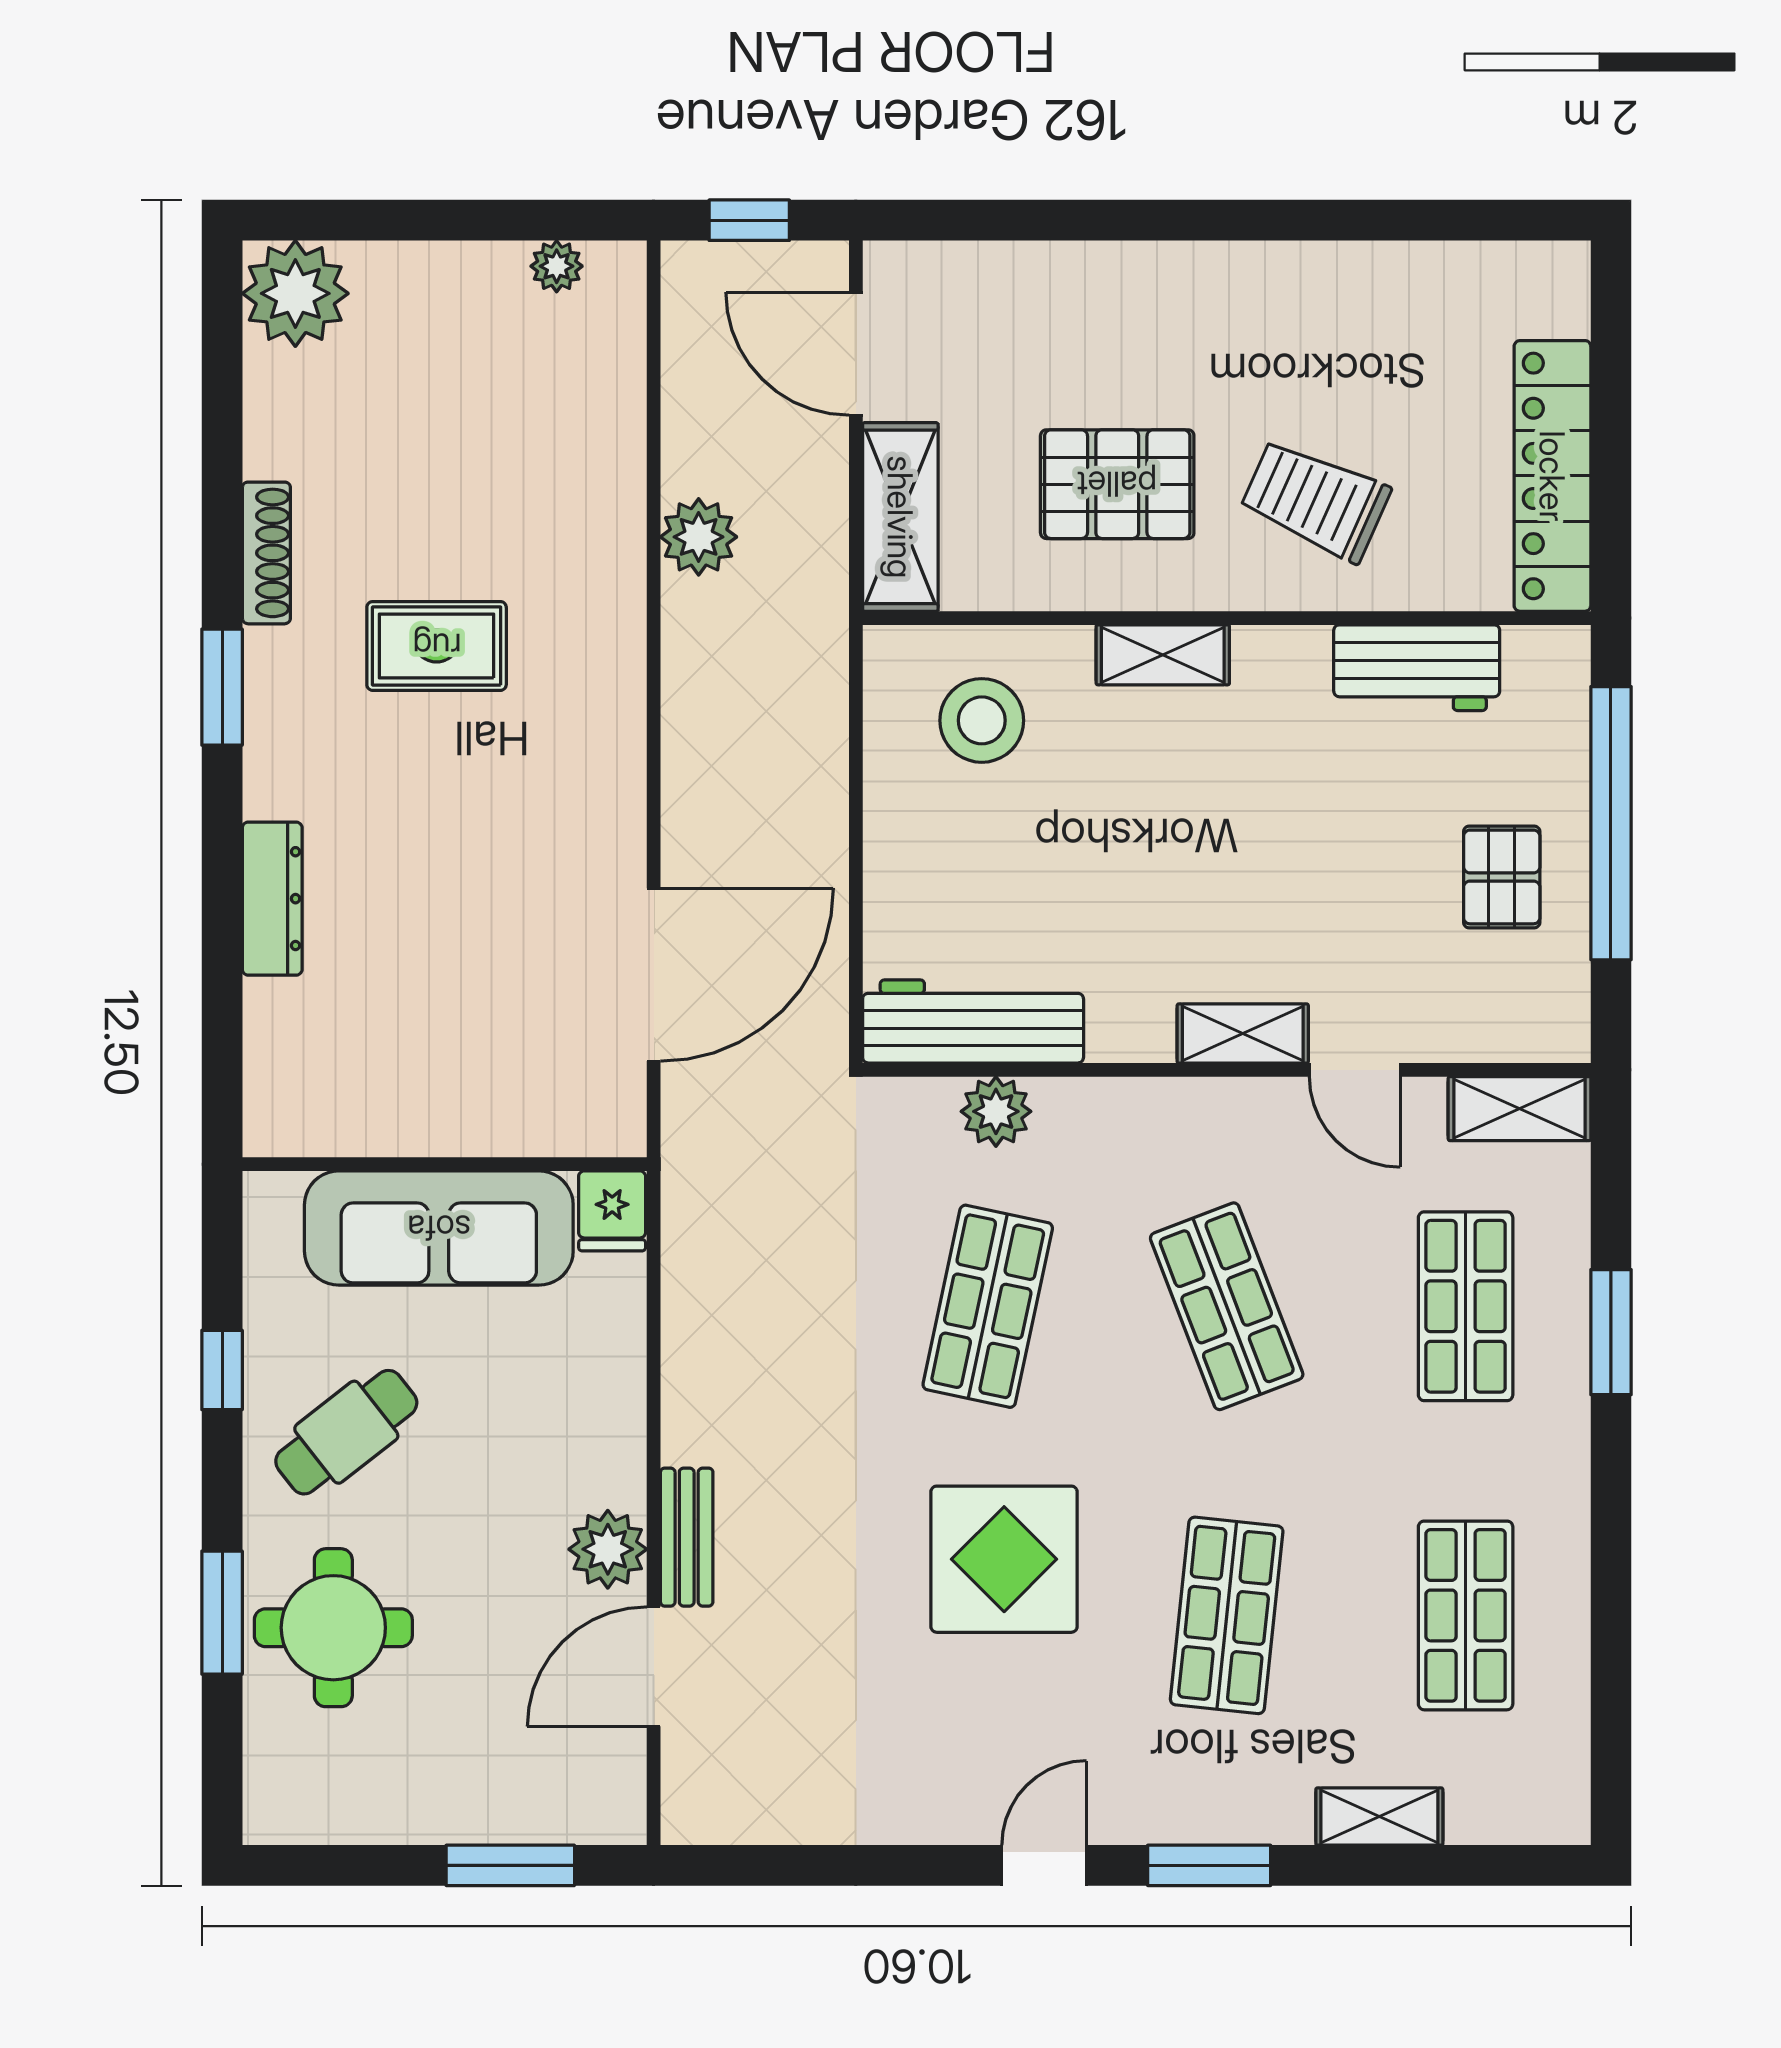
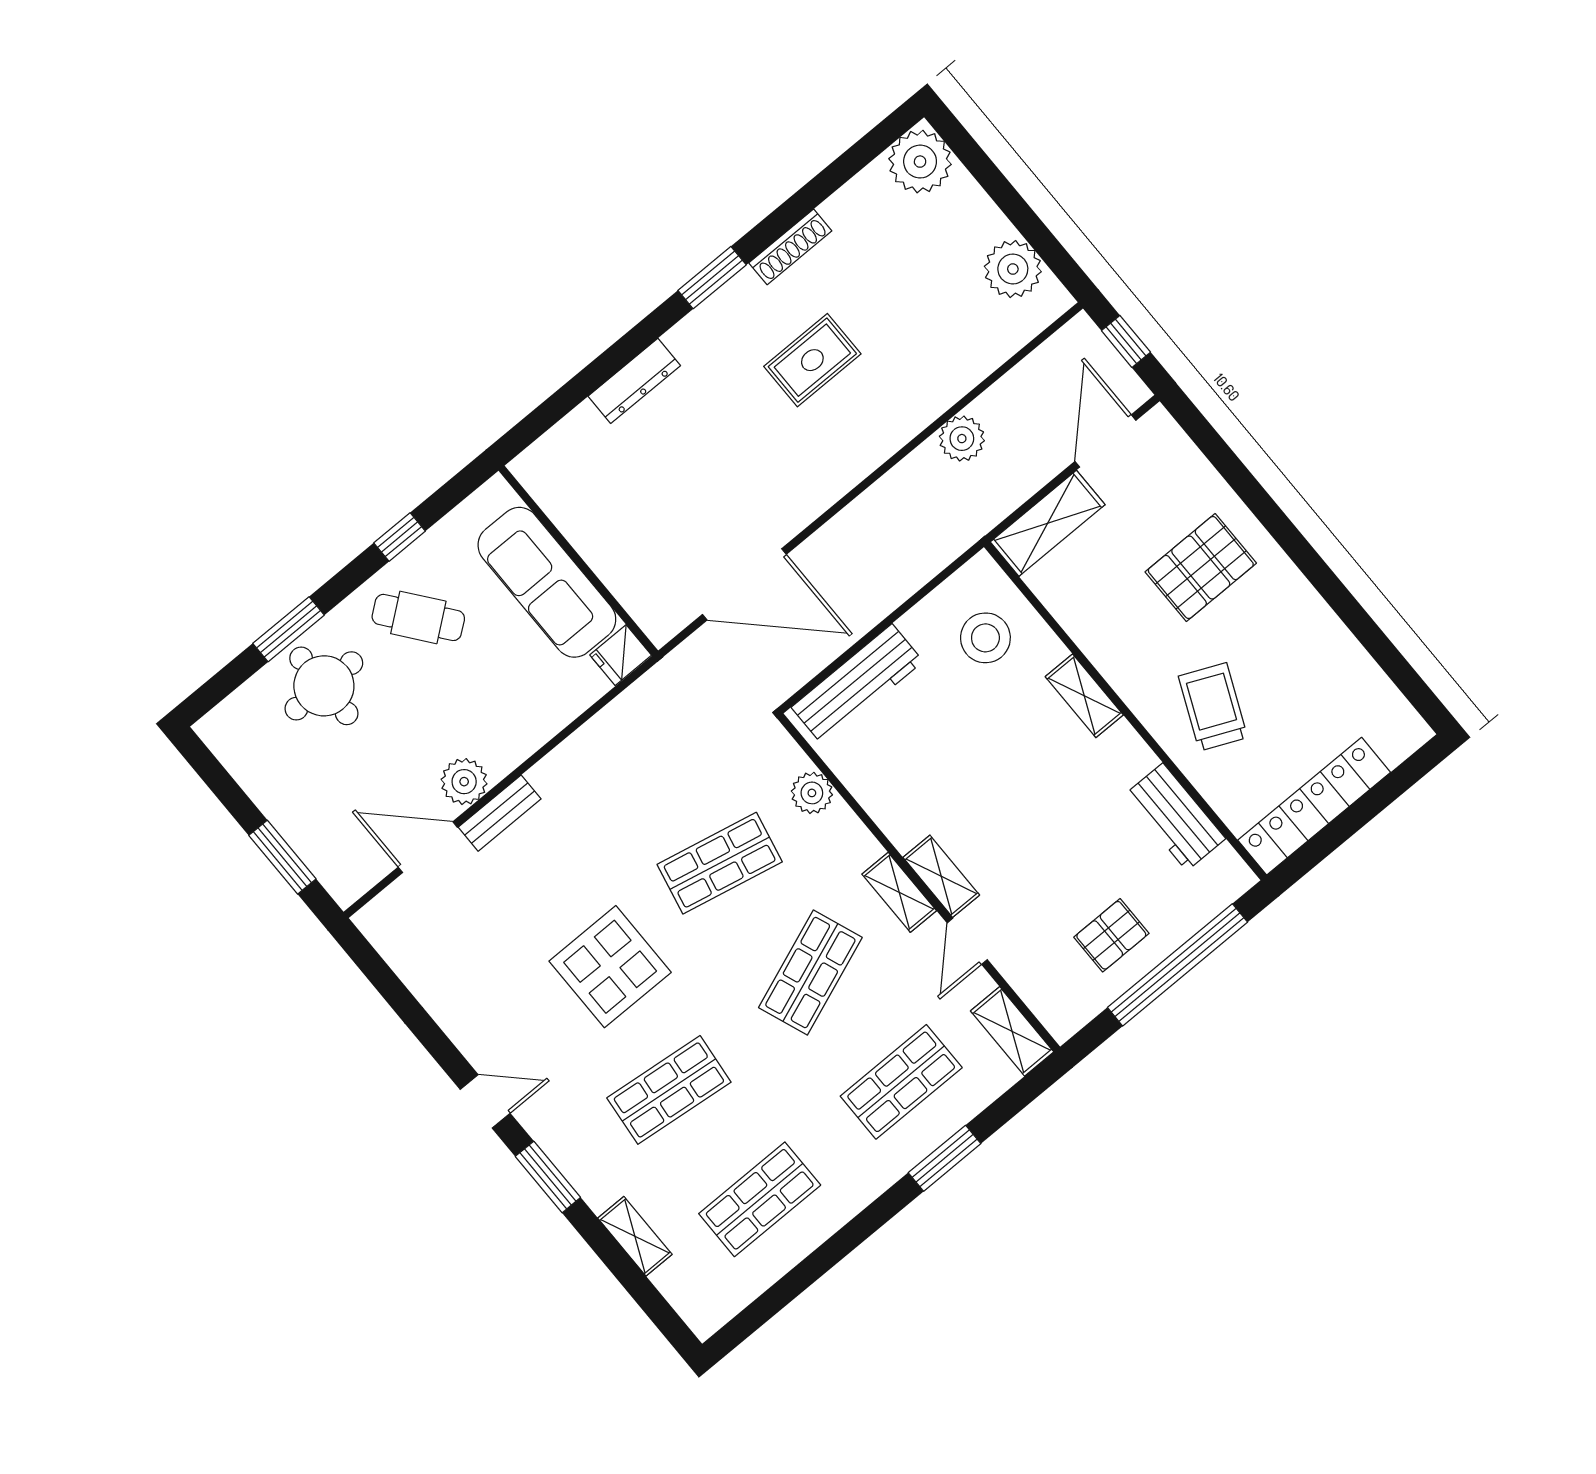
plant: (557, 266) -> (1013, 269), width x1.88, depth x1.88
pallet: (1117, 484) -> (1201, 568), moved, turned 90
rug: (437, 646) -> (812, 360), turned 90
workbench: (973, 1022) -> (857, 684), moved, turned 90
shelving: (1218, 1105) -> (899, 892), added

